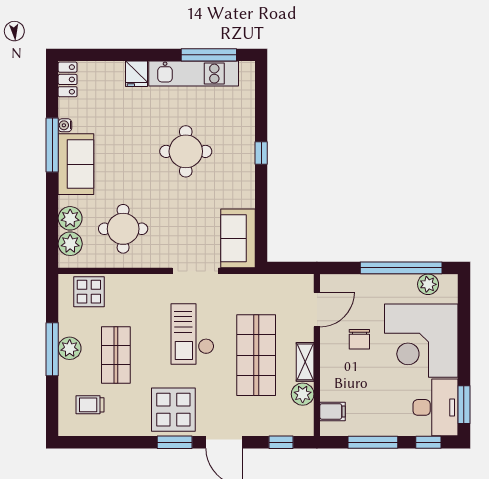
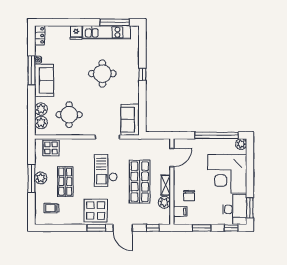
plant: (428, 284) -> (241, 144), moved
chair: (359, 339) -> (189, 196), moved
window: (373, 442) -> (202, 228), width x0.69

